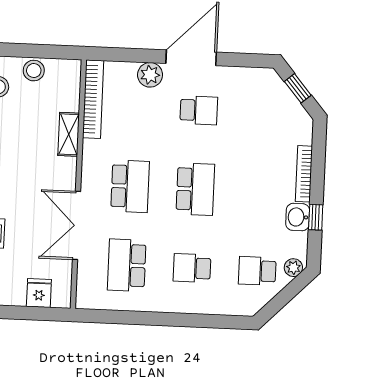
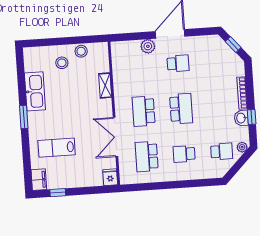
bookcase: (93, 99) -> (117, 64), removed
school desk: (130, 186) -> (144, 111), turned 180
school desk: (257, 271) -> (222, 151), turned 180
fridge: (39, 293) -> (110, 177), moved

